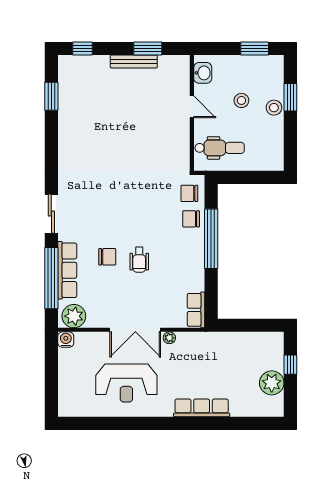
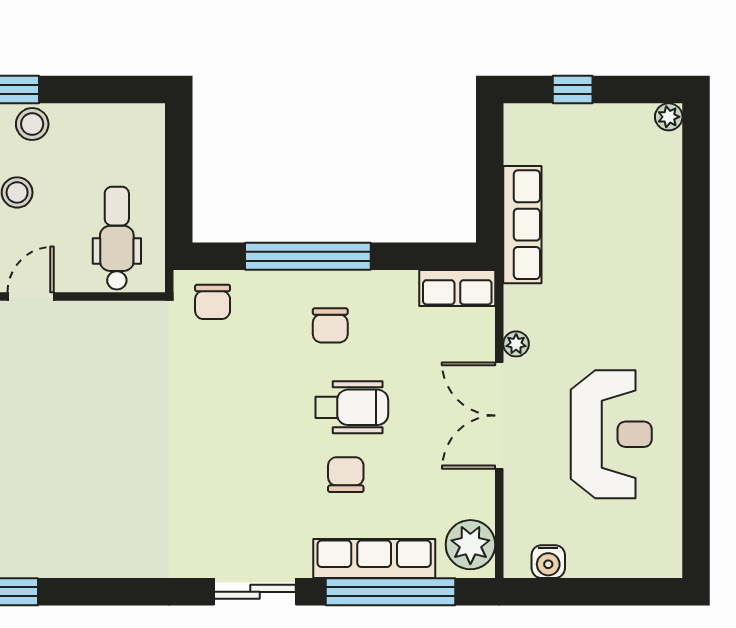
chair: (191, 219) -> (330, 325), moved
wheelchair: (139, 260) -> (352, 407), width x1.36, depth x1.37
double door: (135, 330) -> (499, 416), swing flipped
water cooler: (66, 340) -> (548, 562), moved, turned -90
plant: (272, 383) -> (669, 117), moved, width x0.53, depth x0.53
row of seats: (202, 408) -> (522, 225), moved, turned 180

